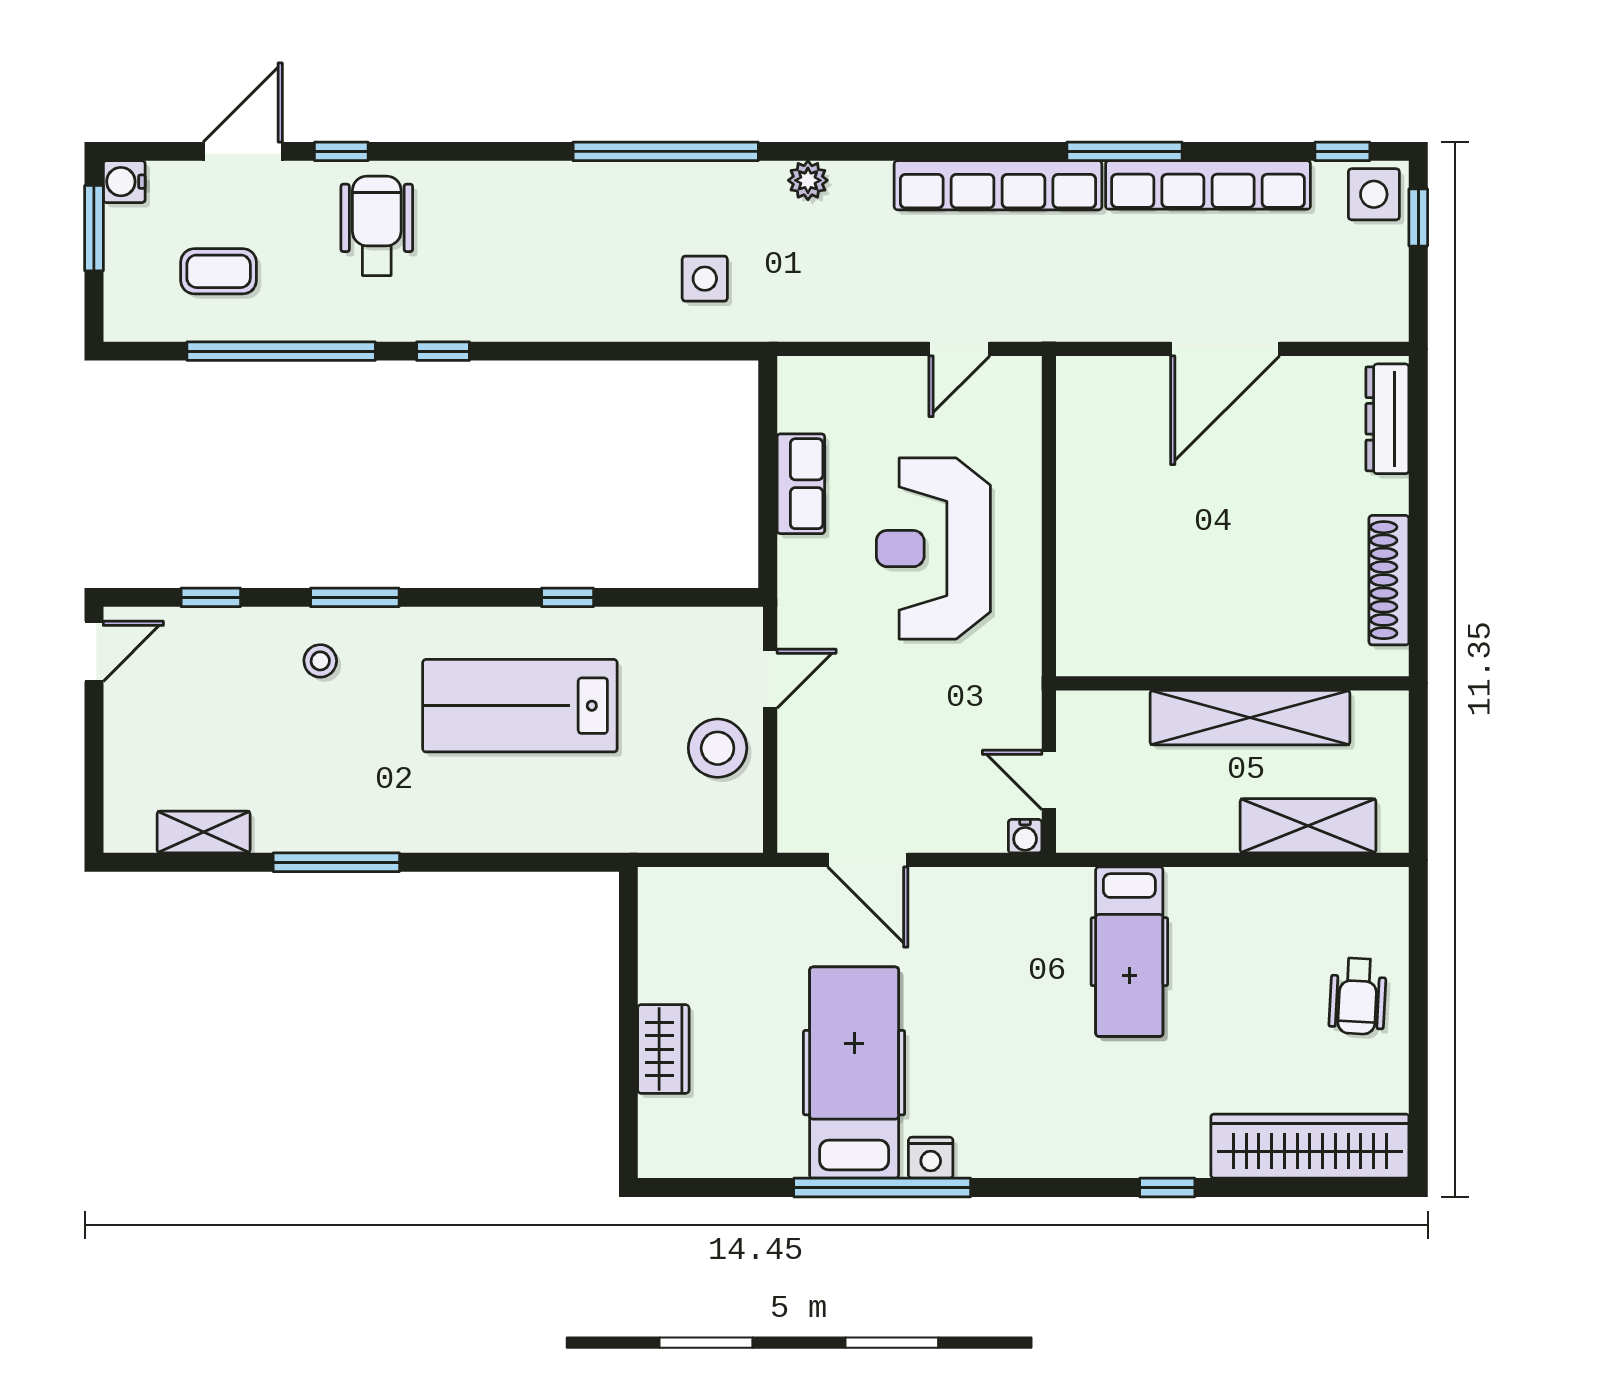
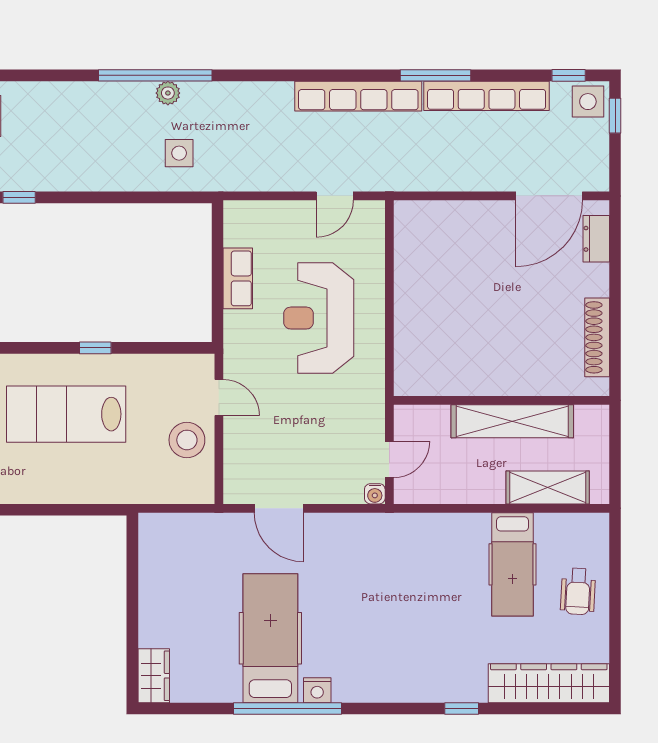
plant: (808, 180) -> (168, 93), moved
door: (1225, 349) -> (549, 196), moved
dresser: (1387, 419) -> (596, 239), width x0.70
door: (770, 679) -> (219, 397), hinge flipped
door: (1049, 780) -> (389, 459), swing flipped
hospital bed: (1129, 952) -> (512, 564), moved
wardrobe: (663, 1049) -> (154, 676), moved

